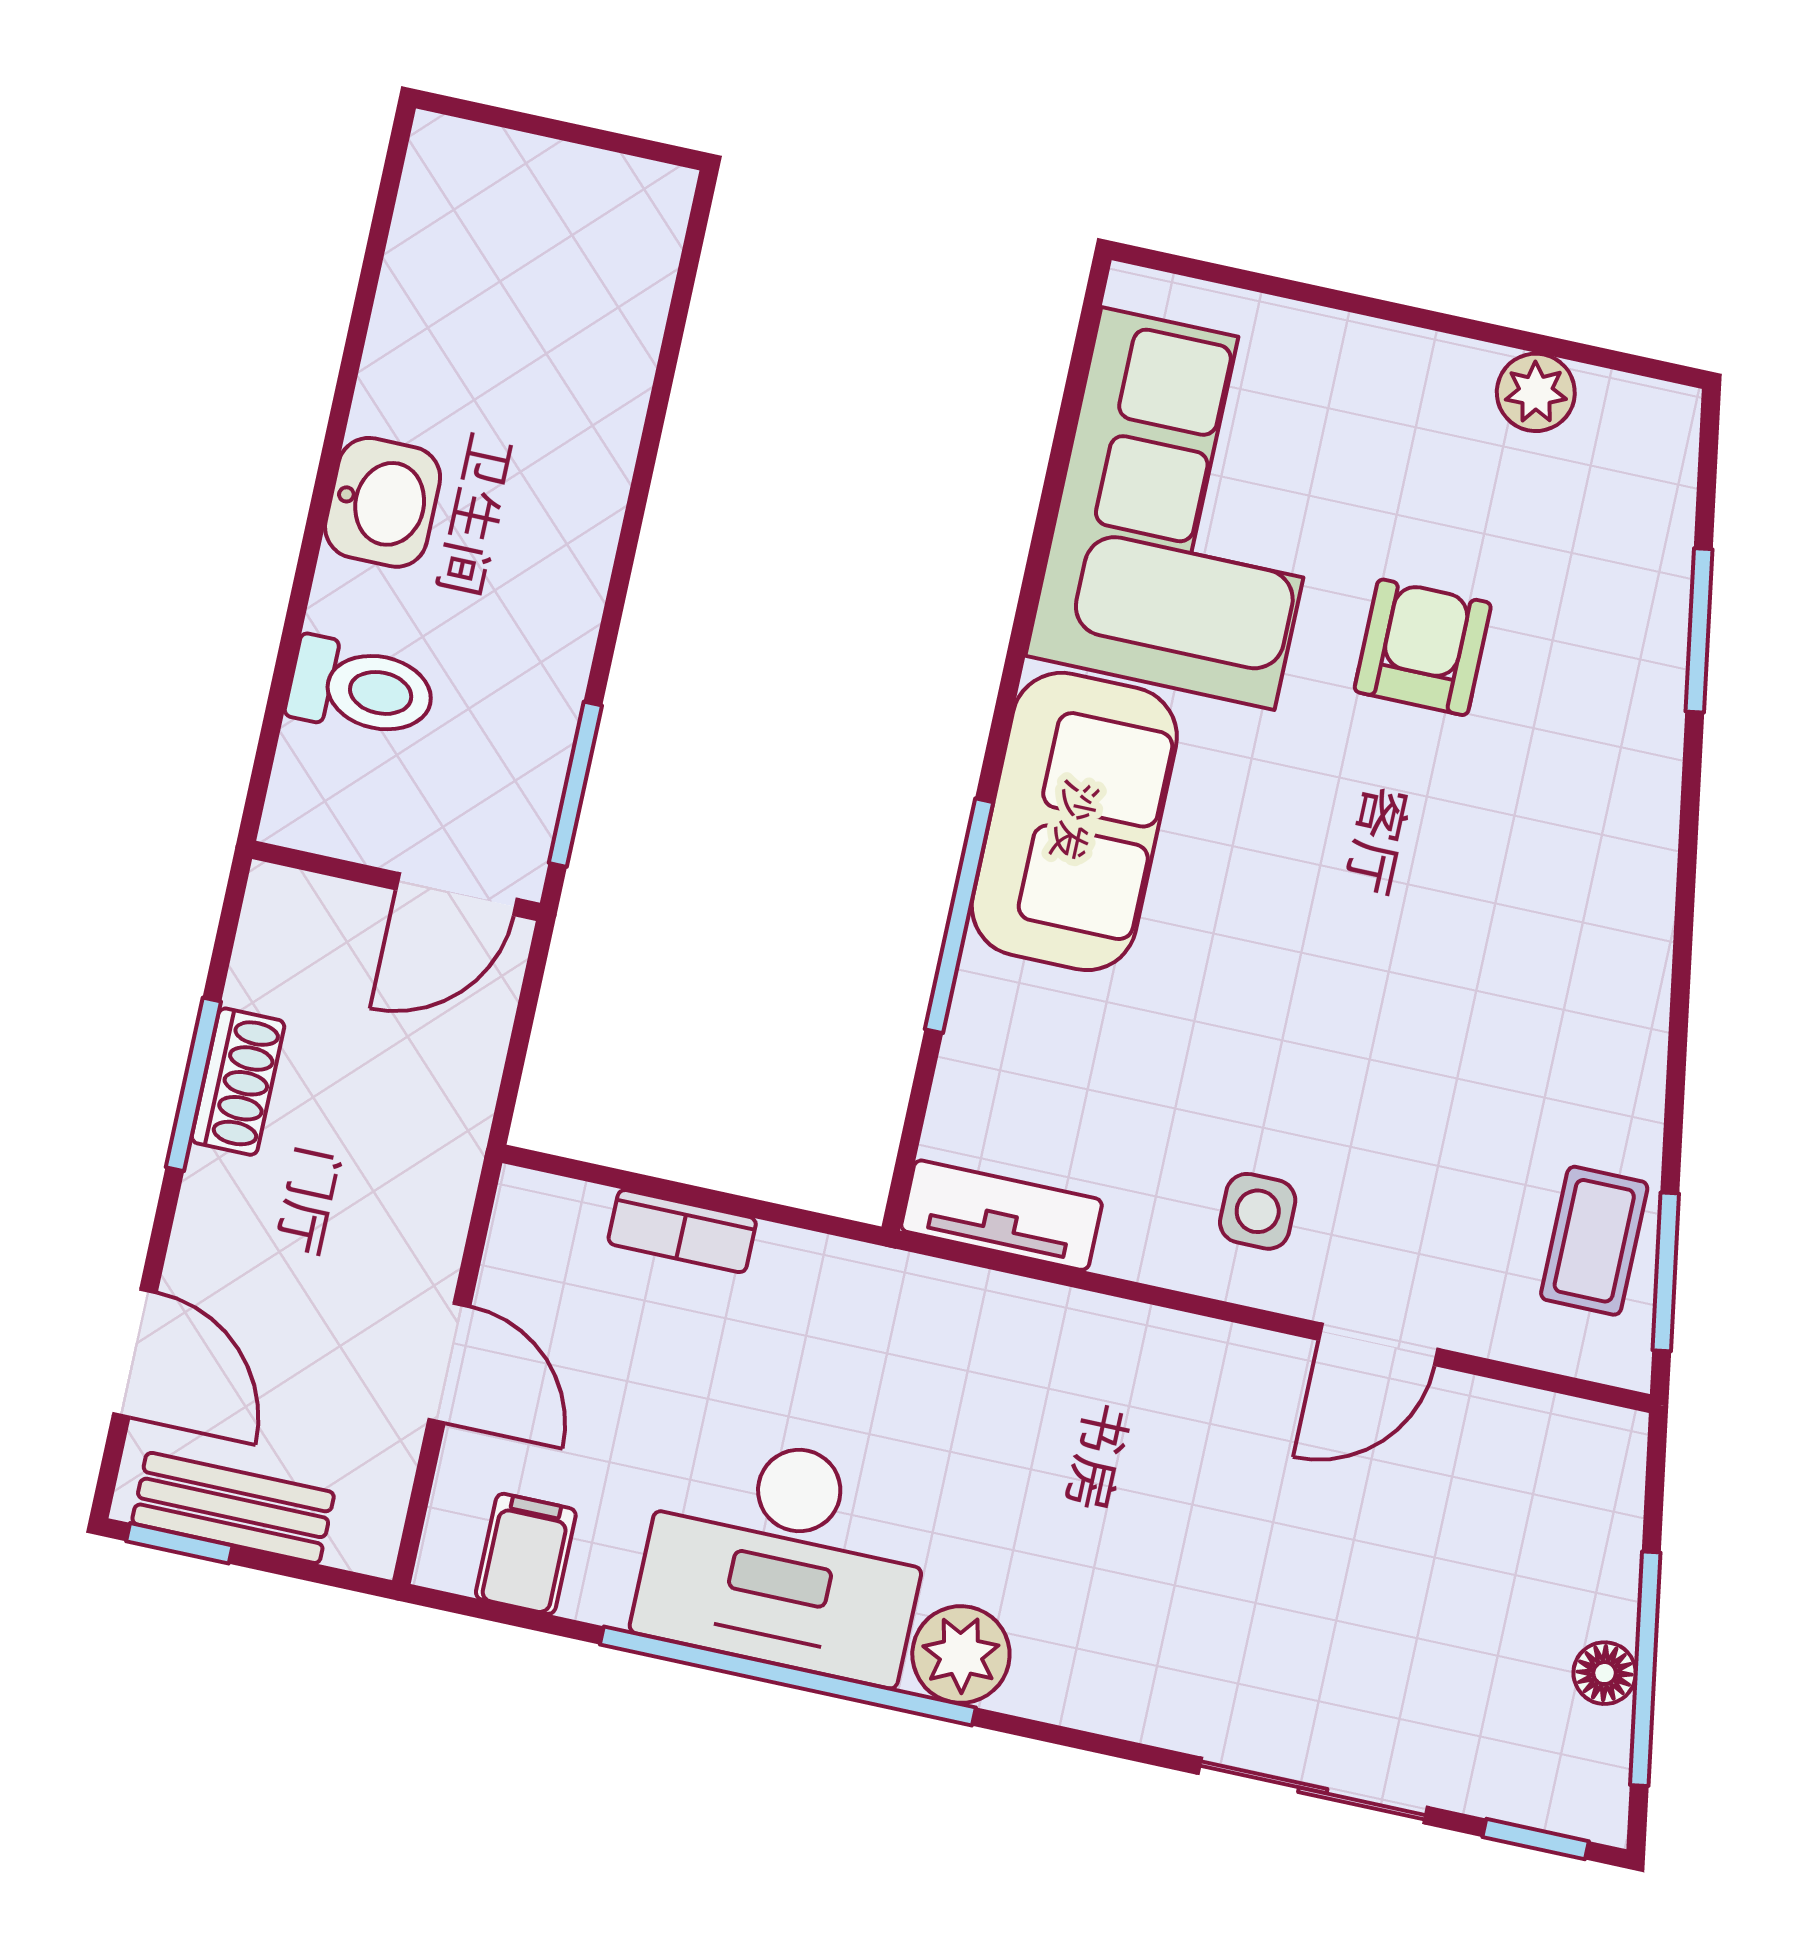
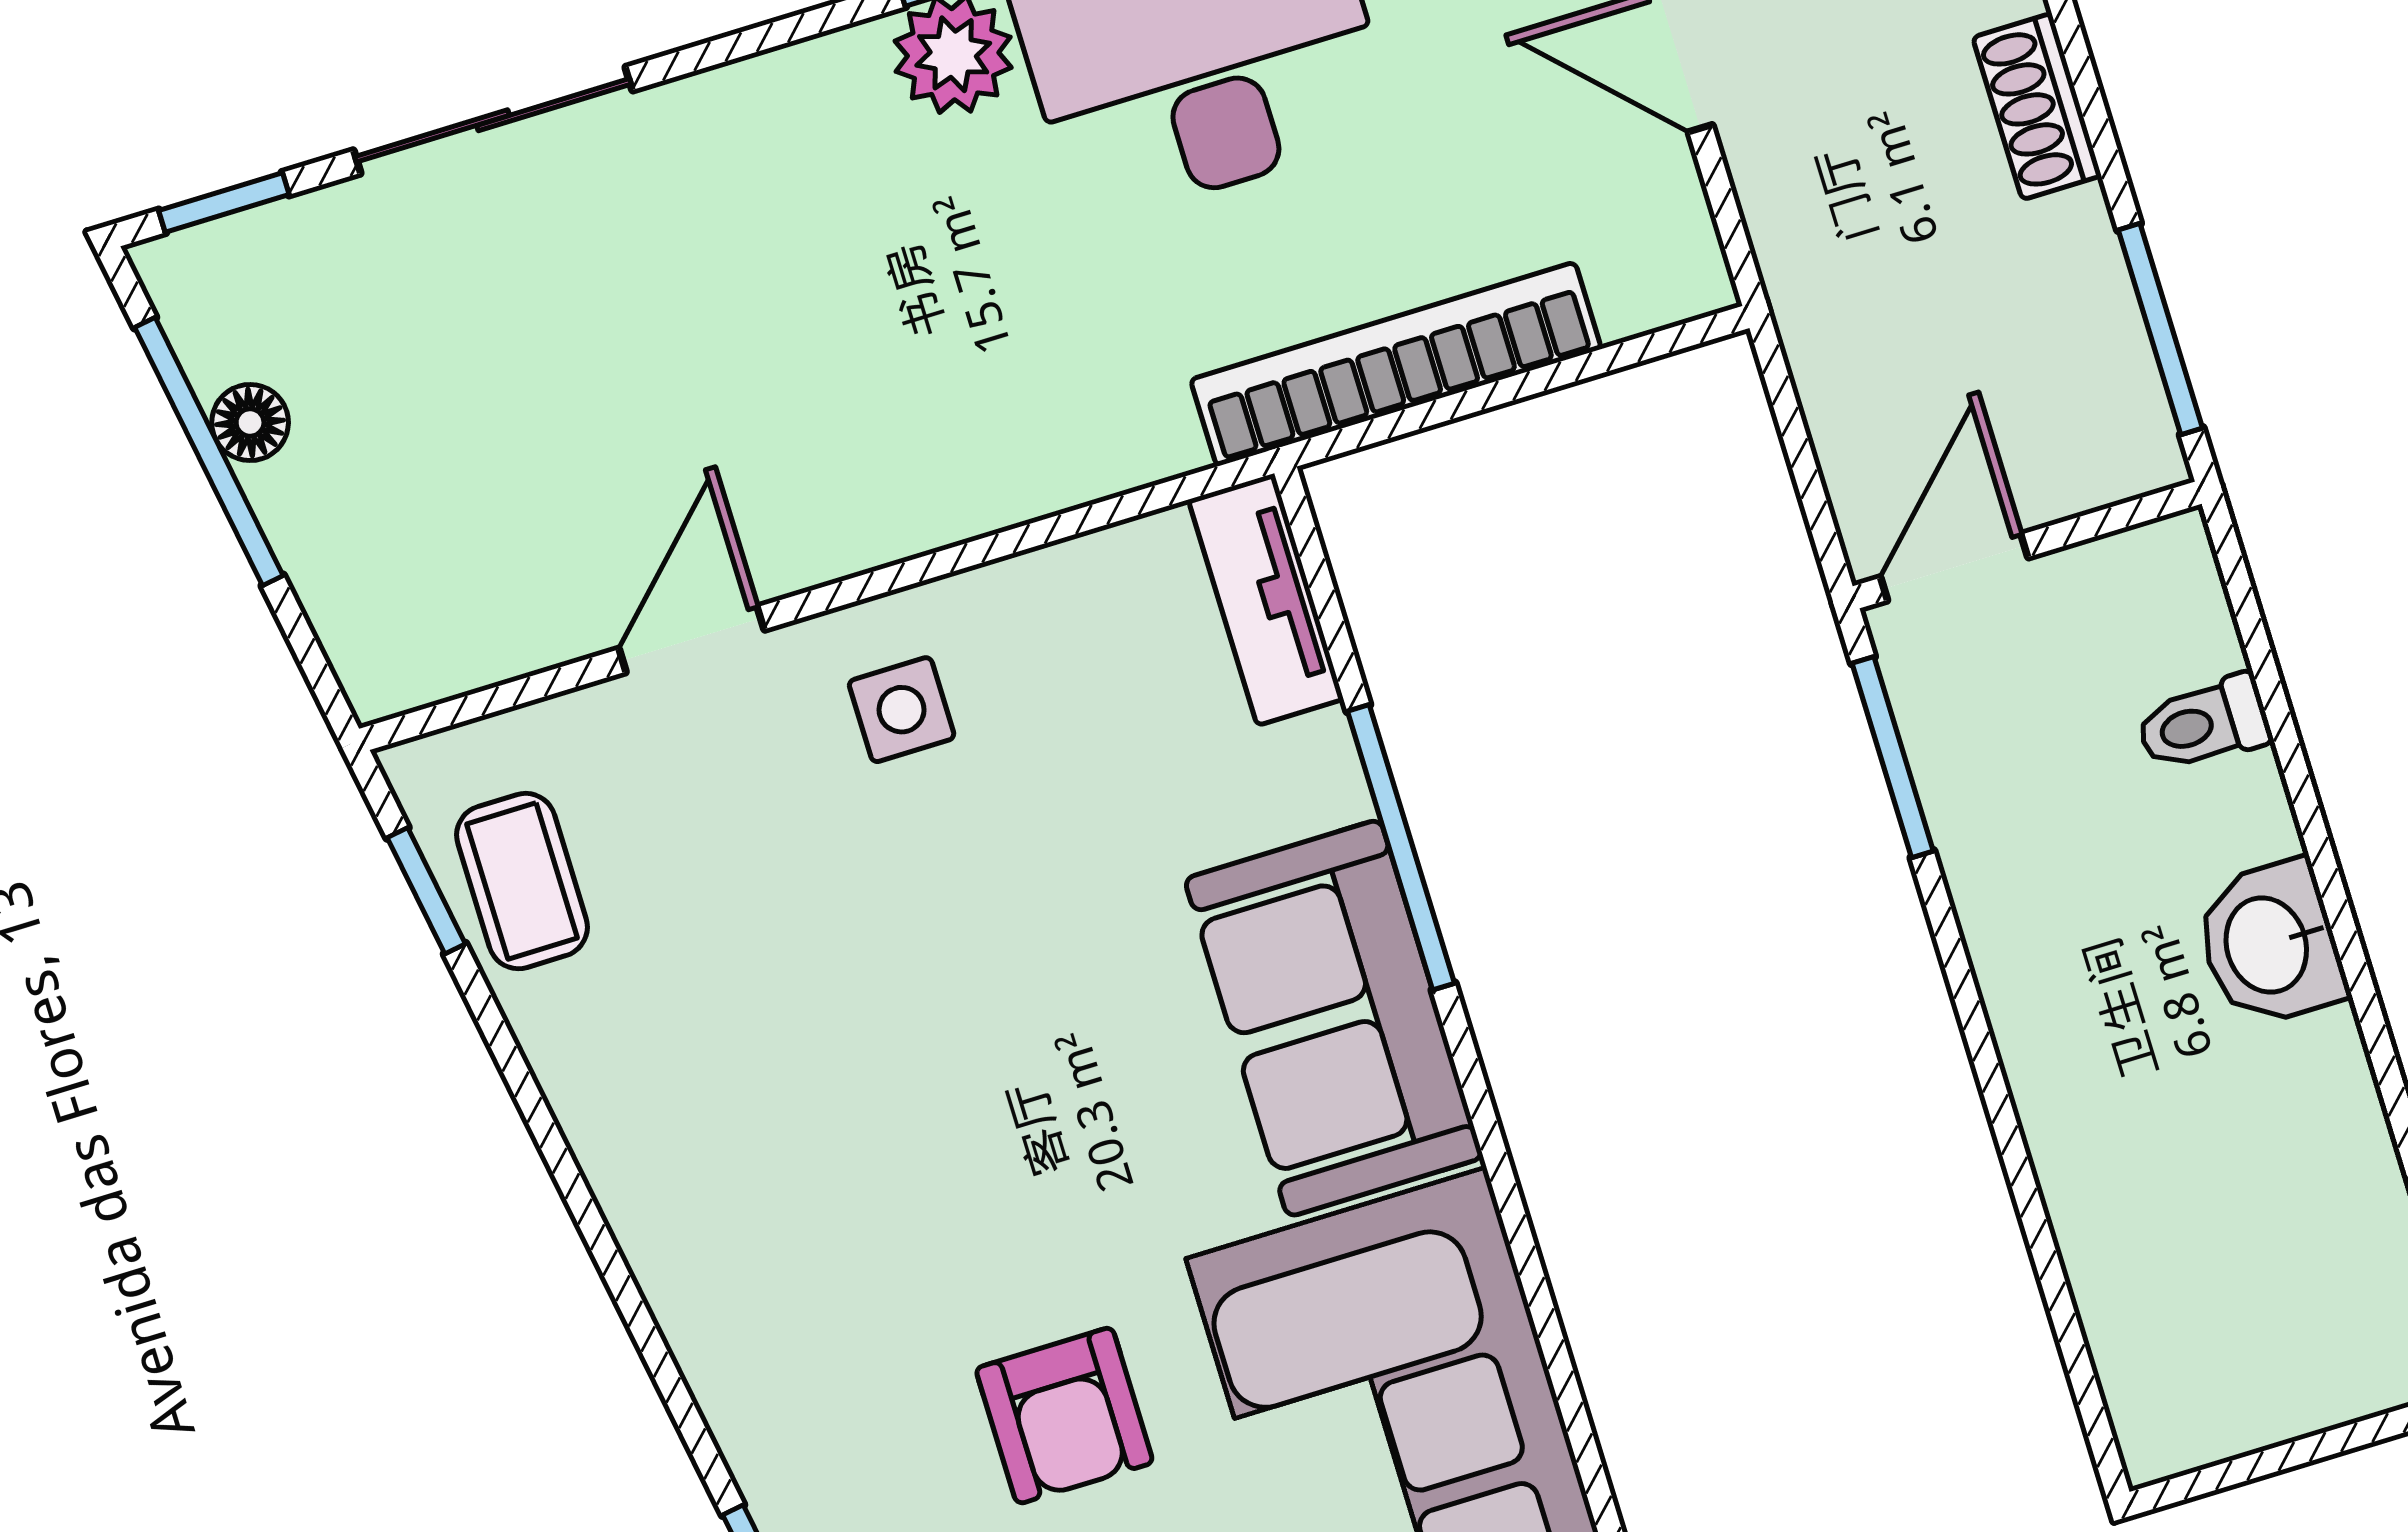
toilet: (361, 689) -> (2203, 724), width x0.73, depth x0.72
shoe rack: (238, 1082) -> (2037, 107), moved
window: (193, 1084) -> (2160, 329), moved
tv unit: (1002, 1215) -> (1266, 600), moved, turned 90
bookcase: (682, 1231) -> (1396, 364), width x2.31, depth x1.31
window: (1666, 1272) -> (426, 891), width x0.67

